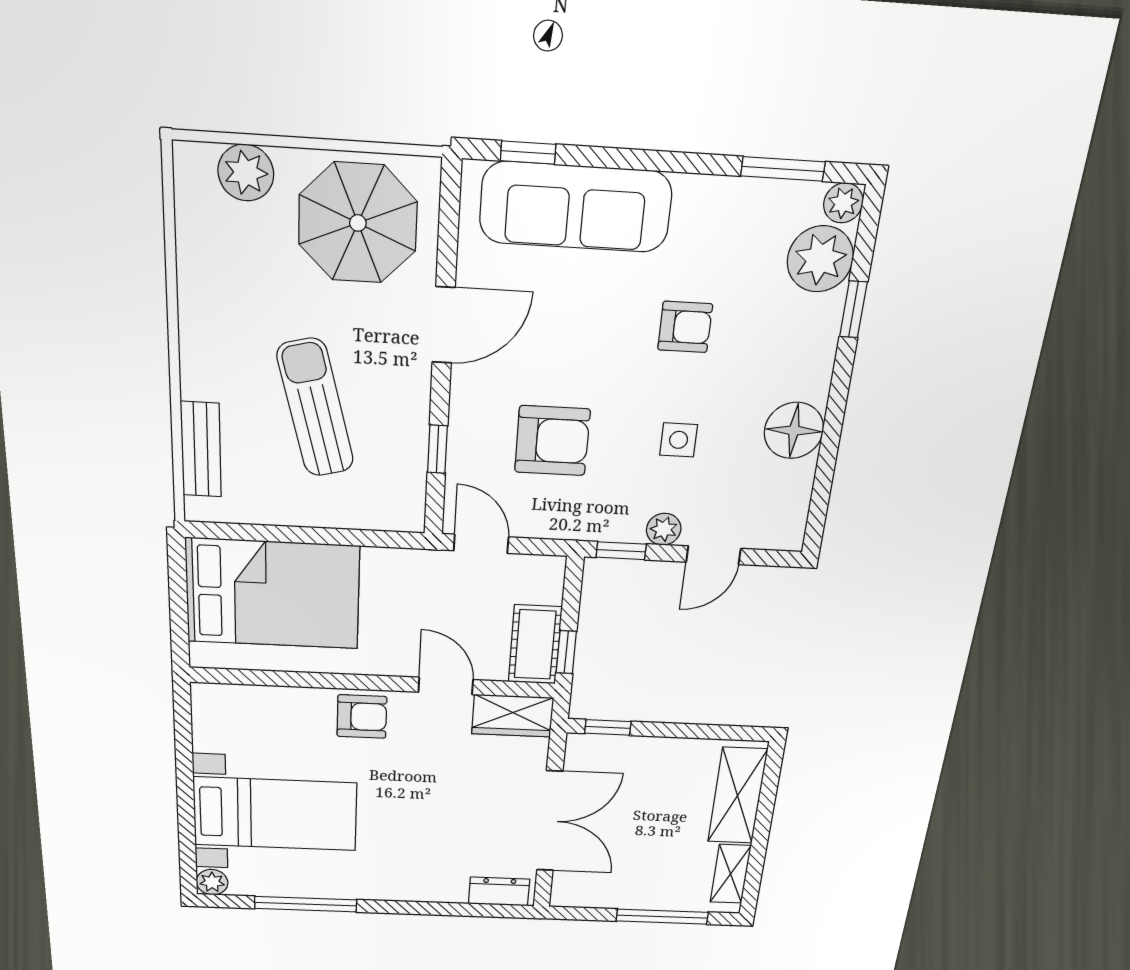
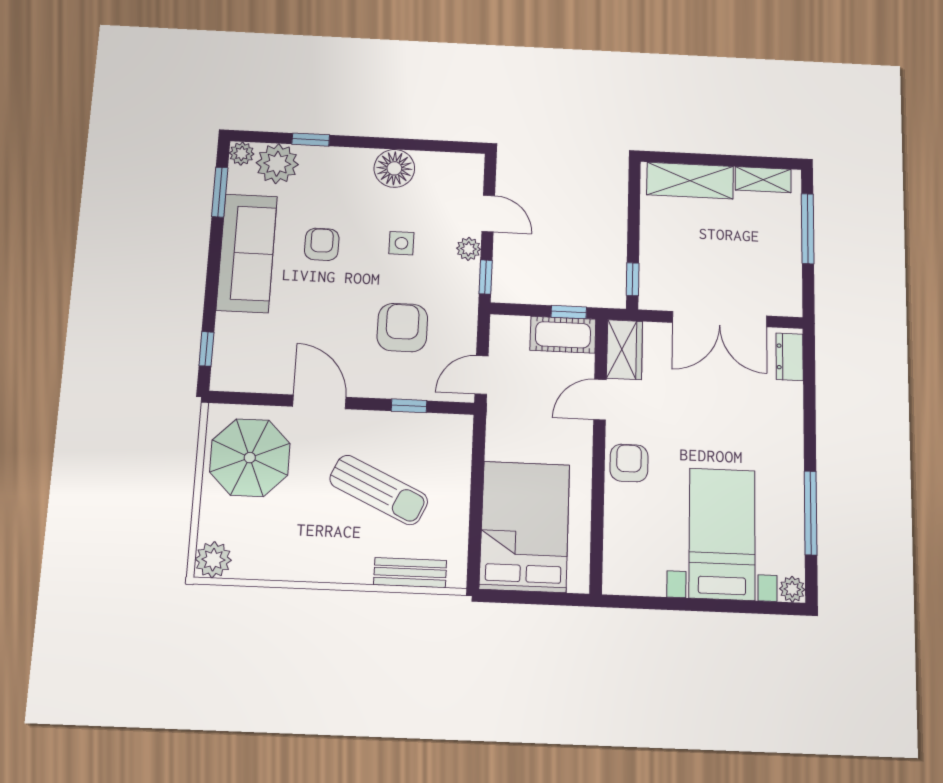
plant: (246, 173) -> (213, 560), moved
sofa: (576, 207) -> (247, 253), moved
sun lounger: (315, 408) -> (379, 490), turned -141
double door: (550, 821) -> (720, 319), swing flipped

